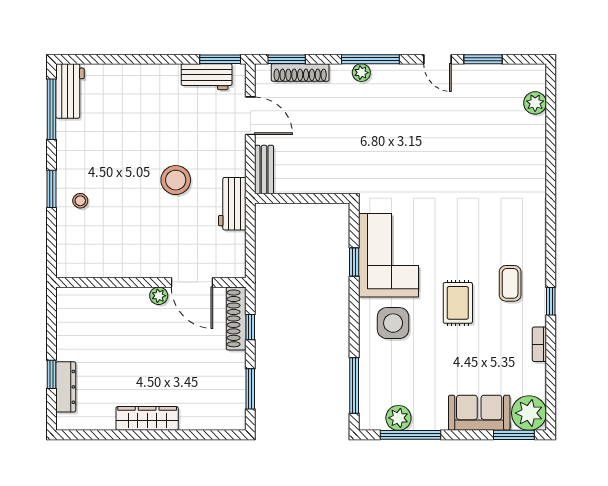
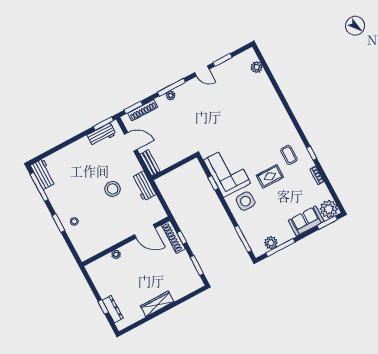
plant: (159, 296) -> (116, 254), moved
rug: (458, 303) -> (270, 176), turned 90

